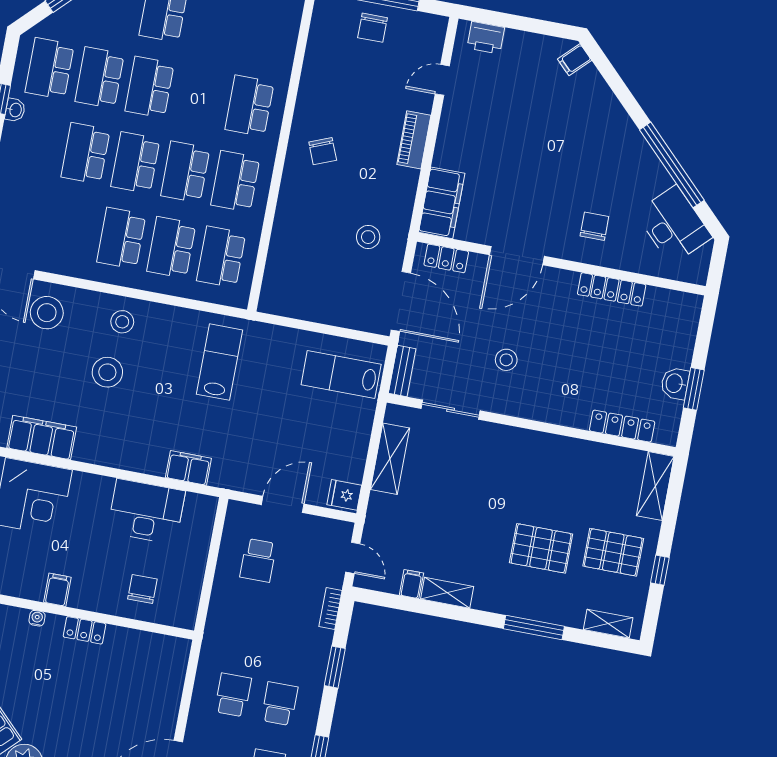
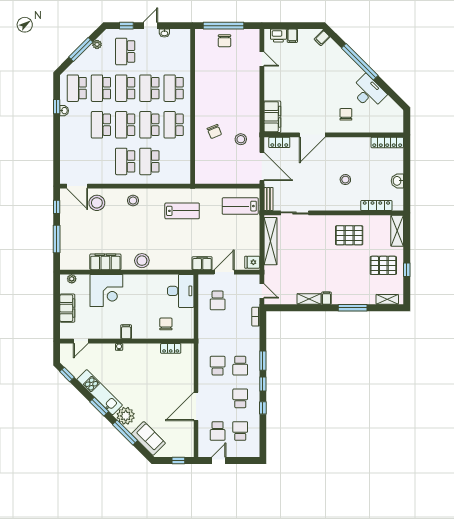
filing cabinet: (514, 44) -> (292, 36), added
door: (442, 80) -> (262, 59), swing flipped
piano: (414, 140) -> (254, 90), removed
chair: (323, 151) -> (214, 131), moved
window: (672, 165) -> (360, 62), moved
desk: (674, 225) -> (368, 92), moved
school desk: (221, 257) -> (149, 88), moved
locker: (612, 289) -> (387, 142), moved
stool: (506, 360) -> (345, 180), moved
lab bench: (219, 362) -> (182, 211), turned 90
stool: (107, 372) -> (142, 261), moved
window: (694, 389) -> (407, 182), removed
shelving: (390, 459) -> (271, 241), width x1.47
filing cabinet: (188, 468) -> (202, 263), moved
desk: (146, 512) -> (181, 291), moved, turned 90
pallet: (541, 548) -> (349, 235), moved
filing cabinet: (411, 584) -> (326, 298), moved
locker: (85, 630) -> (171, 348), moved
window: (335, 667) -> (263, 361), moved
school desk: (280, 704) -> (240, 366), turned 180

